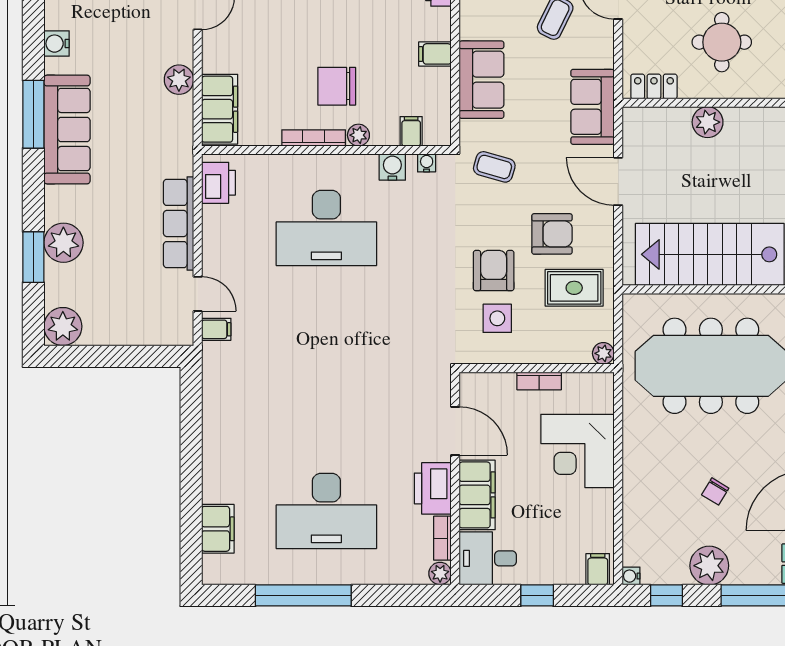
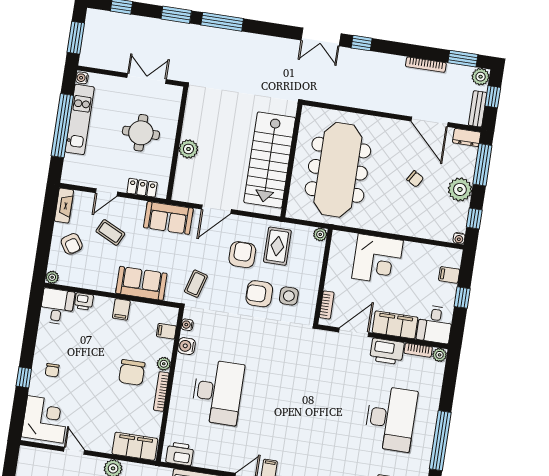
locker: (654, 86) -> (142, 188), moved, turned 90
bookcase: (539, 381) -> (327, 305), moved
filing cabinet: (598, 569) -> (449, 275), moved

